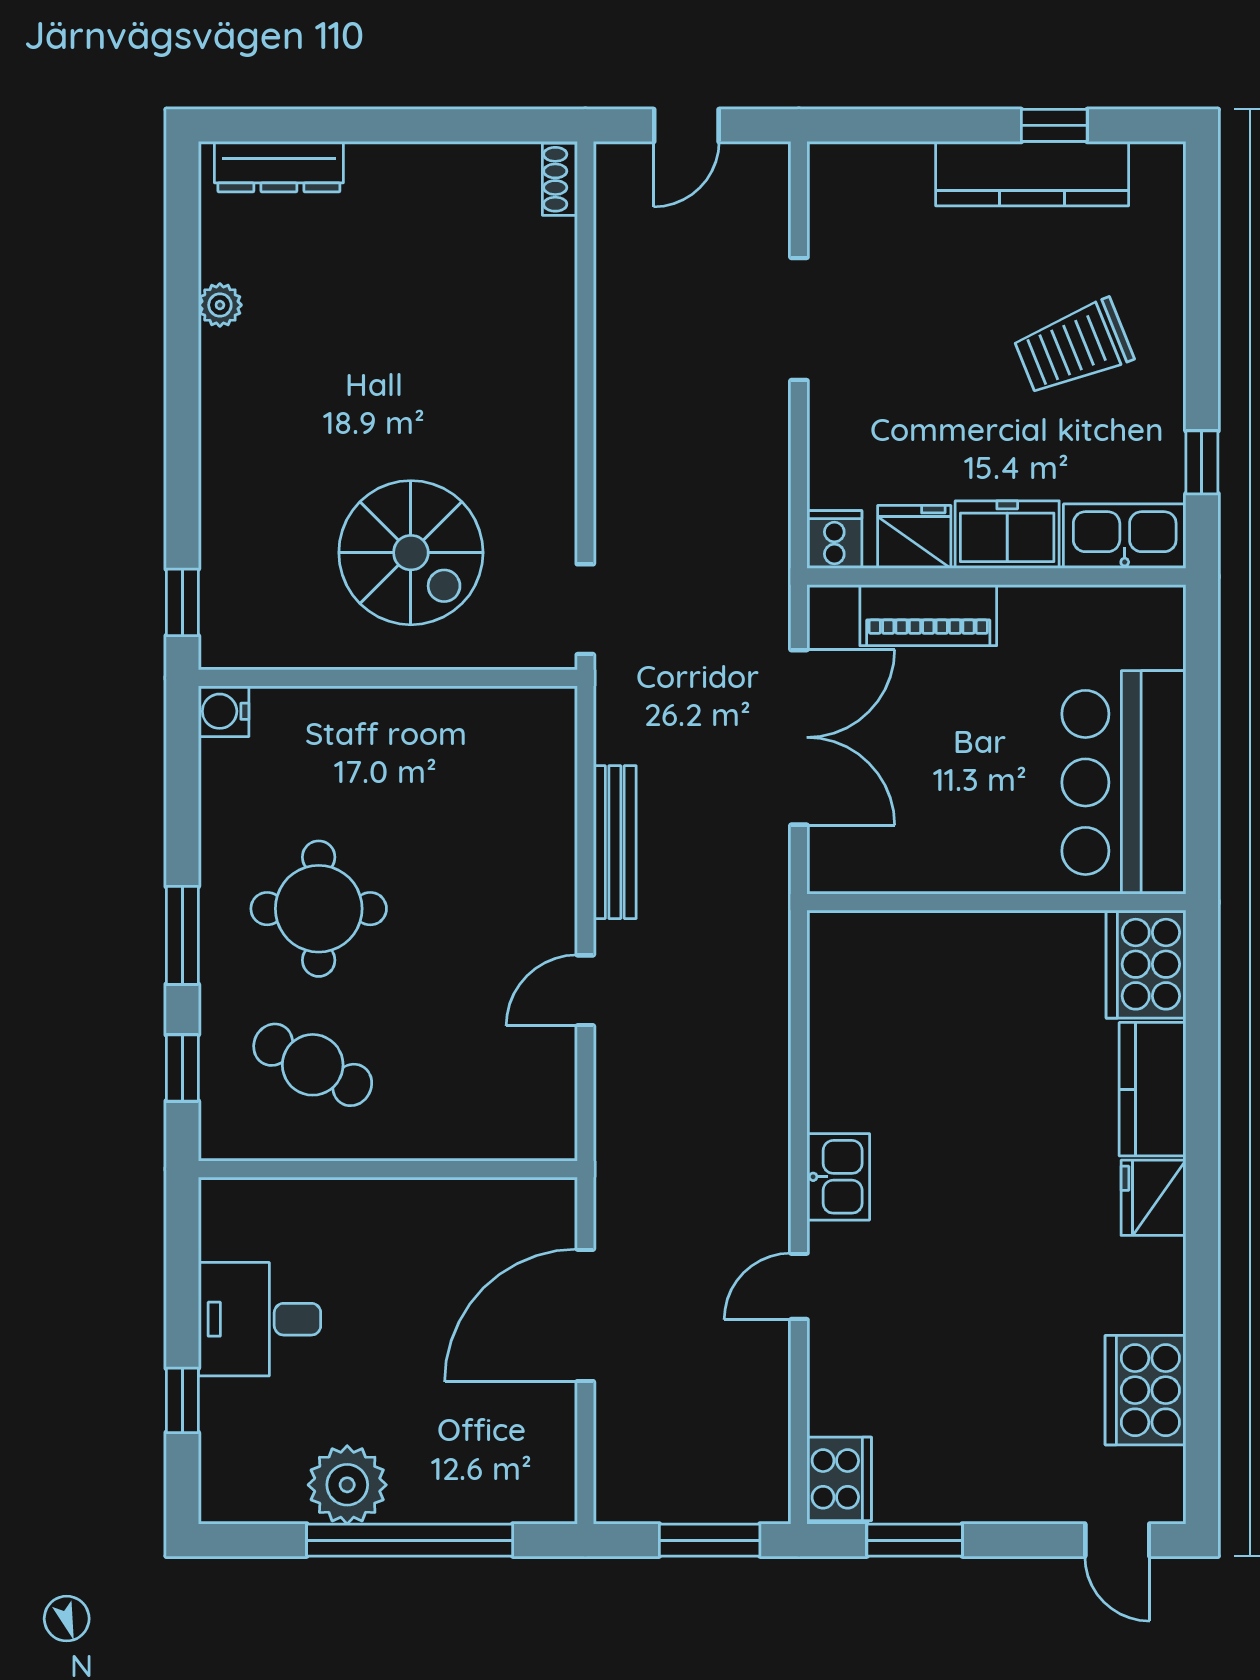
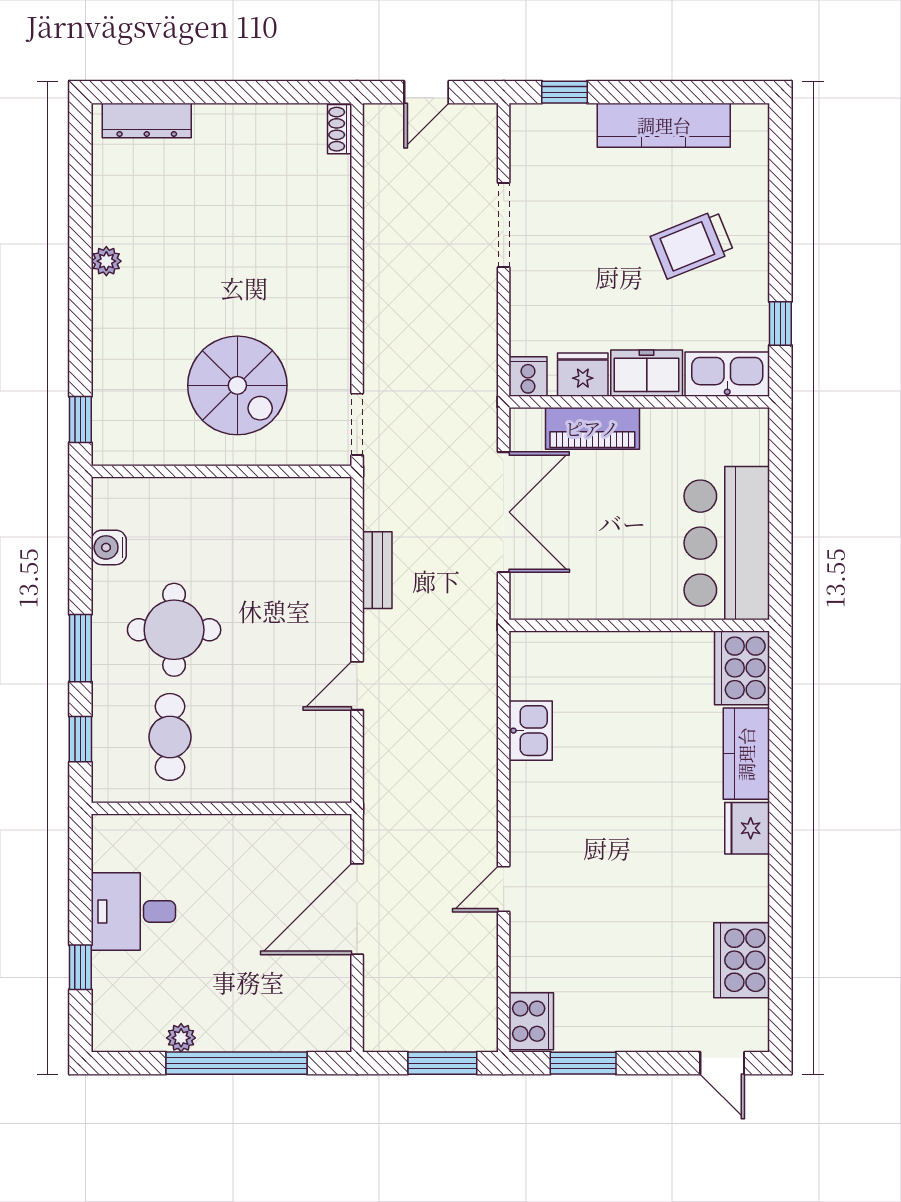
window: (1054, 125) -> (564, 92), moved
plant: (220, 305) -> (106, 261), moved
water cooler: (224, 711) -> (109, 547), moved
bench: (615, 842) -> (377, 570), width x0.73
cafe table: (313, 1065) -> (170, 737), turned 63
kitchen sink: (838, 1177) -> (531, 731), moved
plant: (347, 1485) -> (181, 1038), width x0.53, depth x0.53

